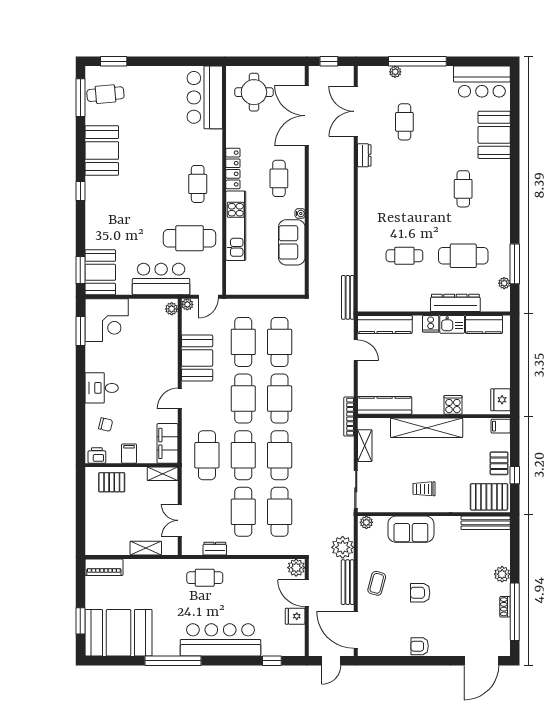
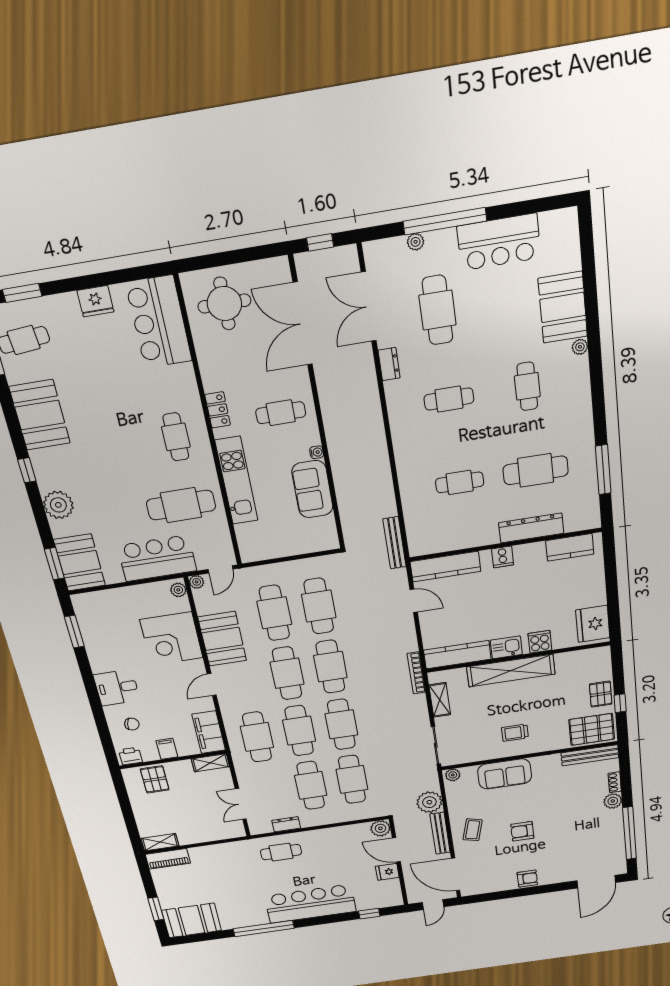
fridge: (163, 76) -> (95, 301), added
bar counter: (482, 82) -> (499, 242), moved
cafe table: (404, 122) -> (438, 310), width x1.37, depth x1.35
locker: (233, 169) -> (218, 410), width x0.66
cafe table: (279, 178) -> (281, 413), turned 90
cafe table: (404, 189) -> (449, 399), added
plant: (97, 222) -> (58, 505), added
plant: (504, 283) -> (580, 347), moved
corner desk: (107, 320) -> (171, 639), moved, turned 90
kitchen sink: (452, 324) -> (506, 647), moved, turned 180
fridge: (500, 400) -> (593, 624), width x1.36, depth x1.34
filing cabinet: (501, 426) -> (600, 655), removed
pallet: (112, 482) -> (155, 779), turned 90
shelving: (146, 548) -> (160, 842), moved
shoe rack: (505, 607) -> (615, 782), moved
booth: (119, 633) -> (192, 920), width x0.73, depth x0.70
armchair: (420, 646) -> (527, 879), turned 180

